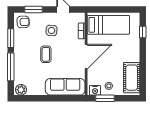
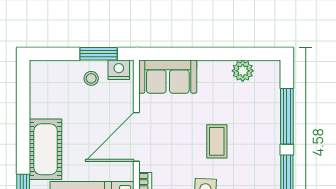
cot: (132, 78) -> (46, 149), moved
sofa: (65, 87) -> (168, 77), width x0.73
plant: (21, 90) -> (243, 71), moved

